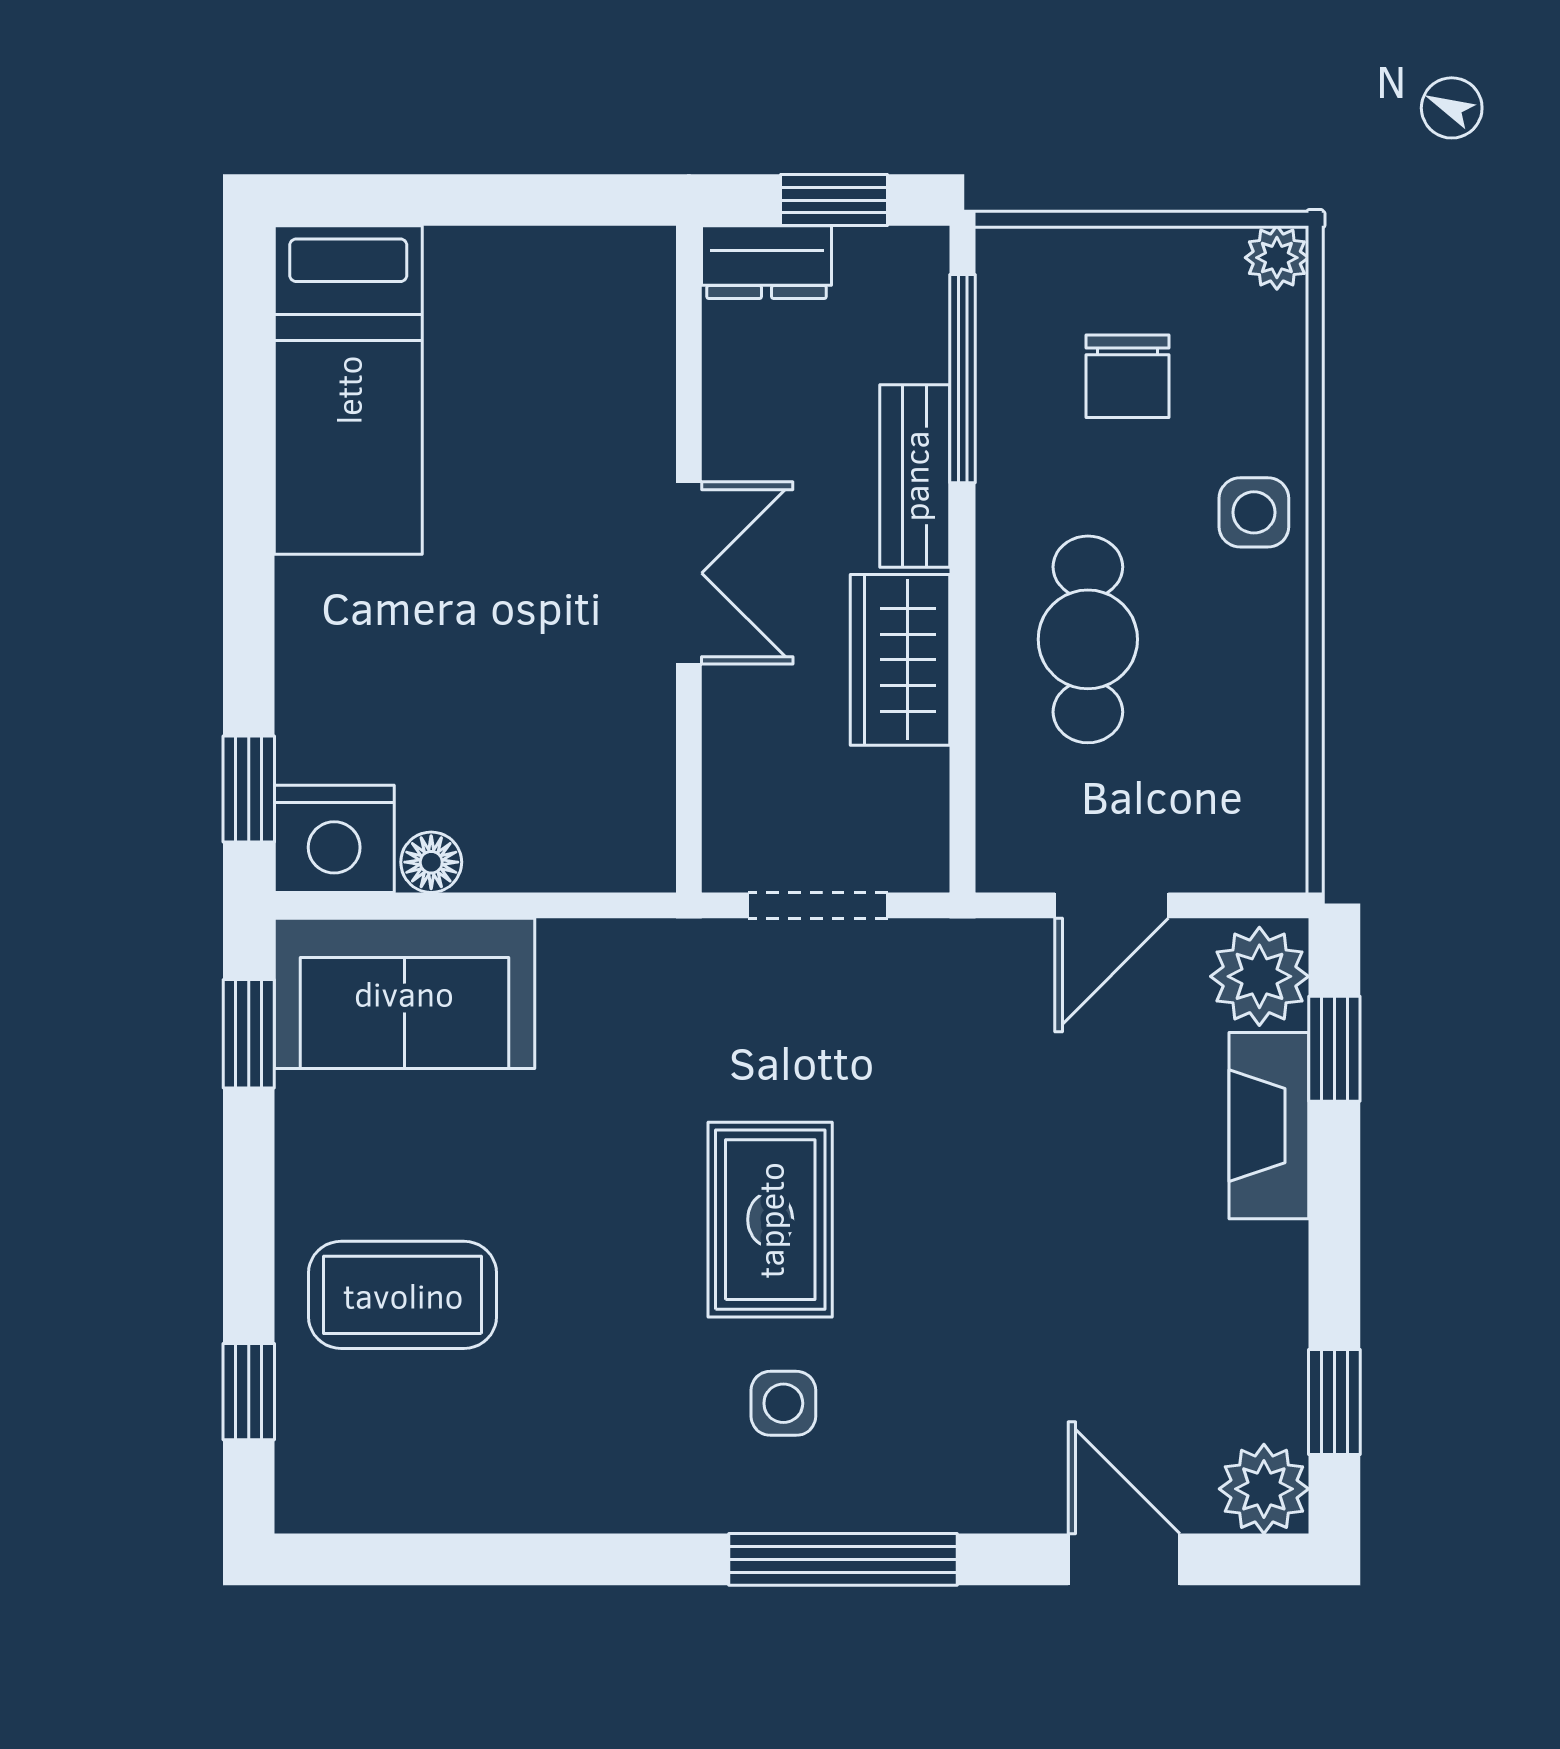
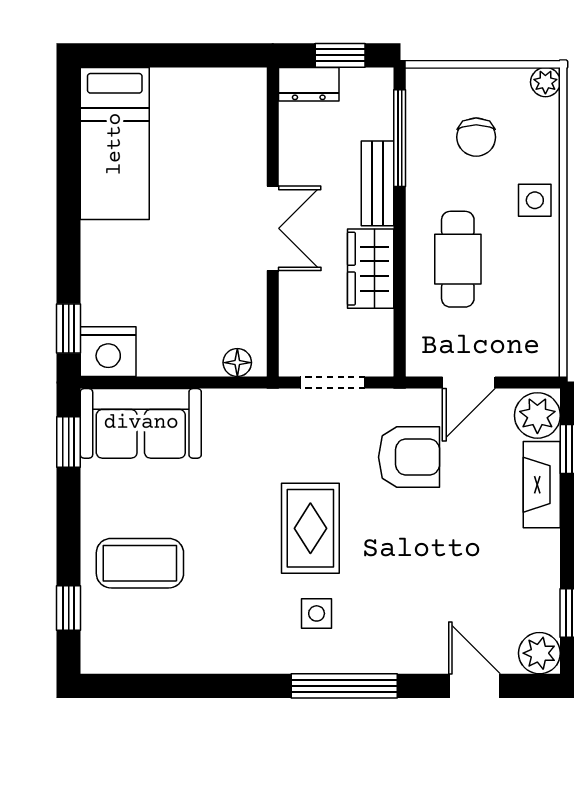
floor lamp: (431, 862) -> (237, 363), moved
armchair: (983, 1066) -> (409, 457), added

